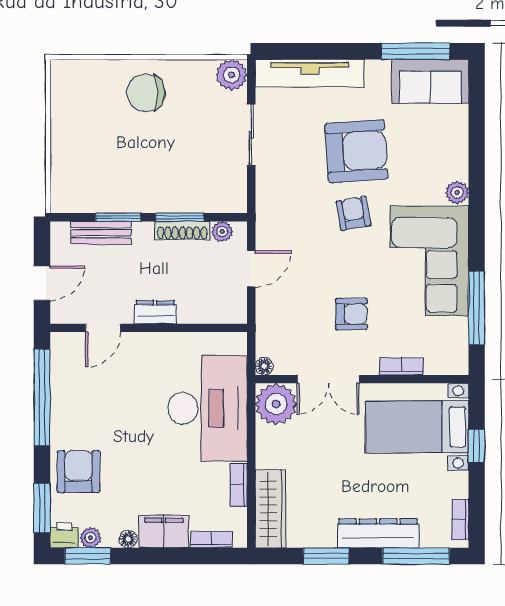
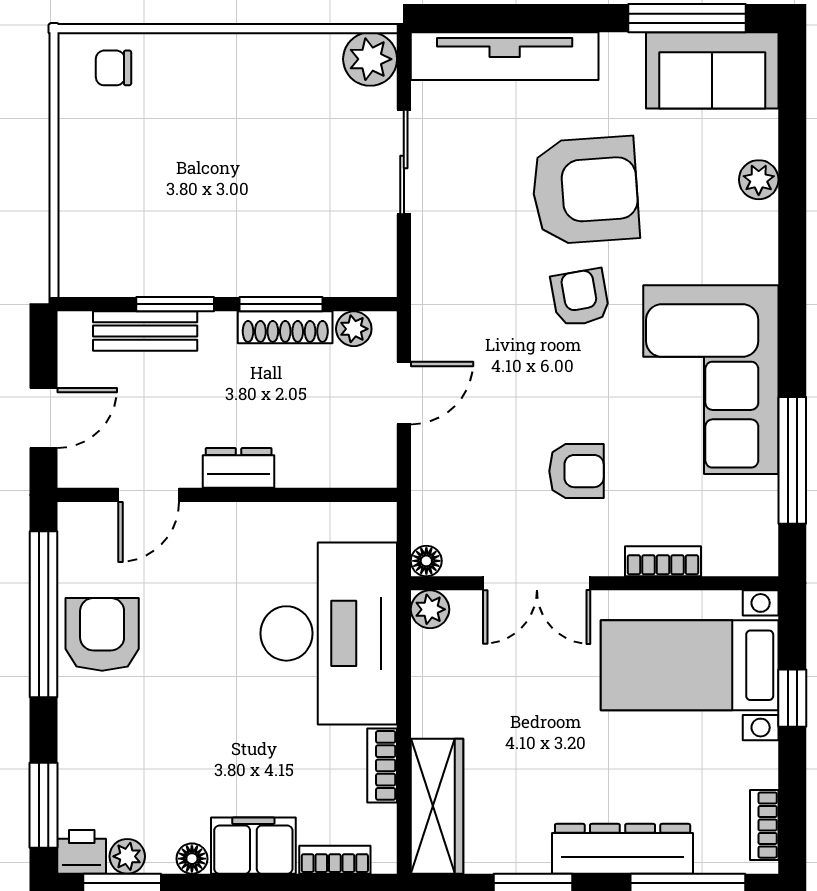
chair: (146, 93) -> (113, 68), moved, width x0.54, depth x0.54
plant: (457, 193) -> (759, 180), moved
plant: (276, 404) -> (430, 609), width x0.53, depth x0.53
armchair: (79, 472) -> (102, 634), moved

